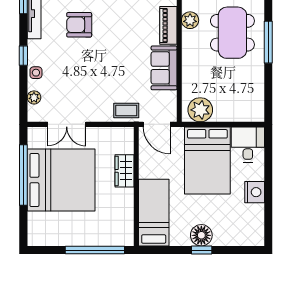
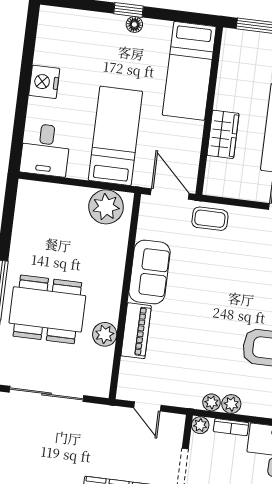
dining table: (232, 33) -> (47, 309), turned 90
bed: (207, 160) -> (115, 136), width x0.67
floor lamp: (201, 235) -> (134, 24), width x0.53, depth x0.53

